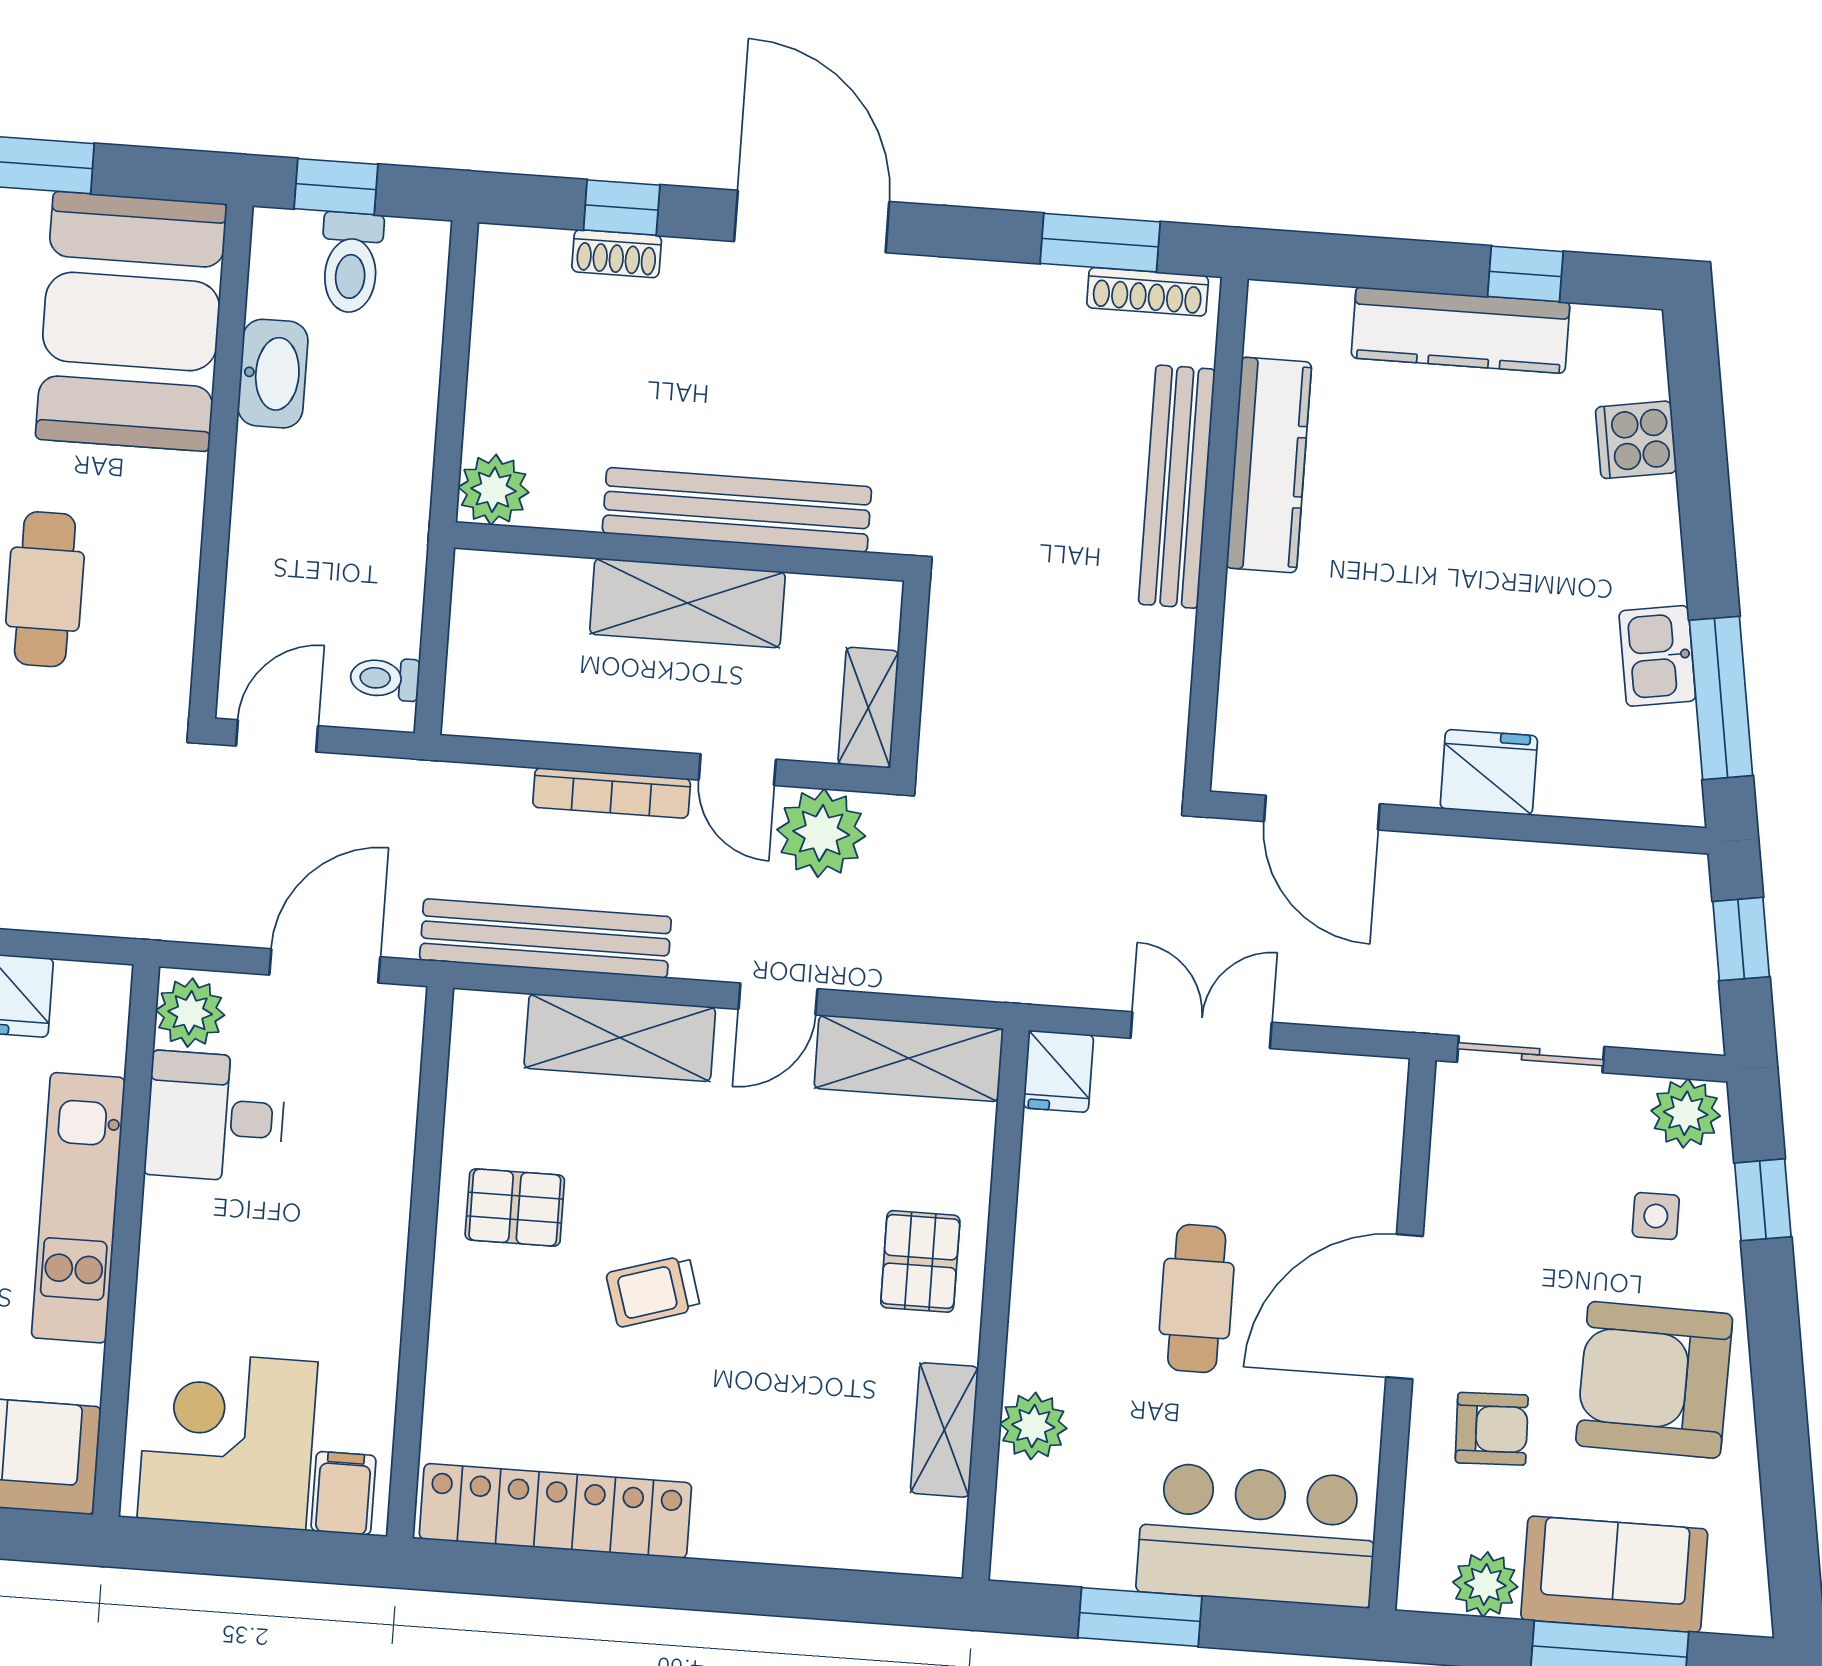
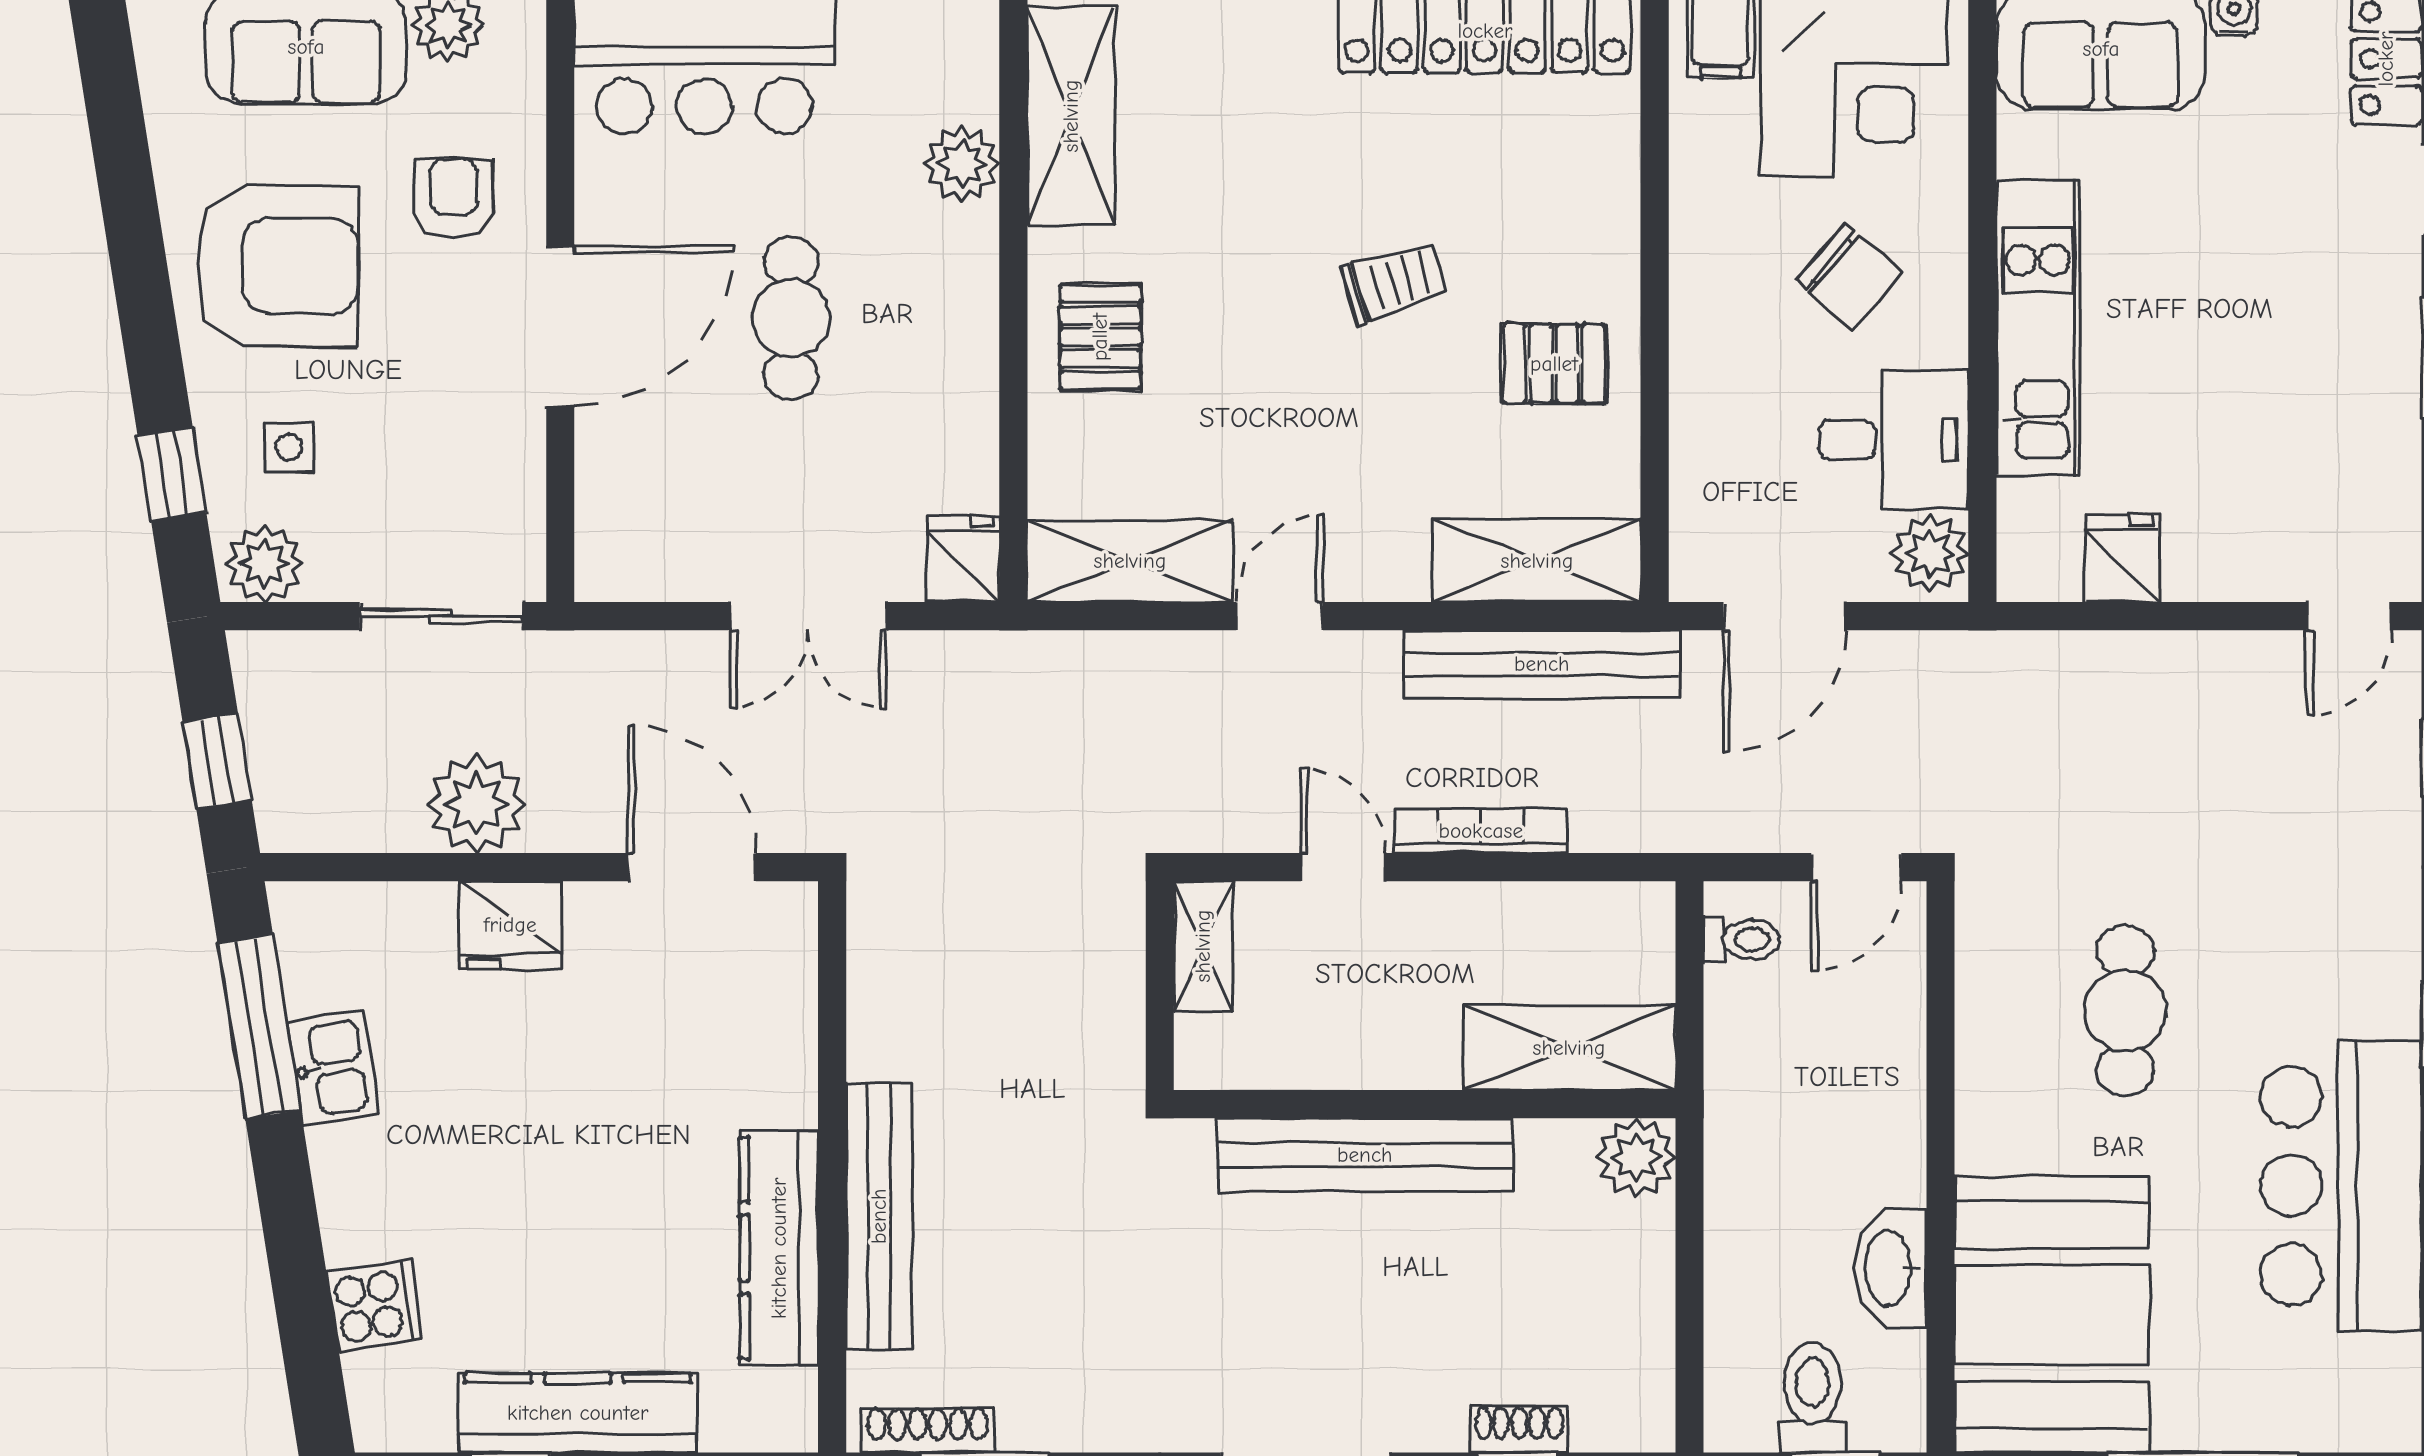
shelving: (687, 603) -> (1569, 1048), moved
plant: (821, 833) -> (476, 804), moved
shelving: (620, 1038) -> (1537, 561), moved
chair: (244, 1267) -> (1849, 276), added
armchair: (1492, 1429) -> (454, 198), turned 92
shelving: (944, 1430) -> (1071, 116), width x1.50, depth x1.33

